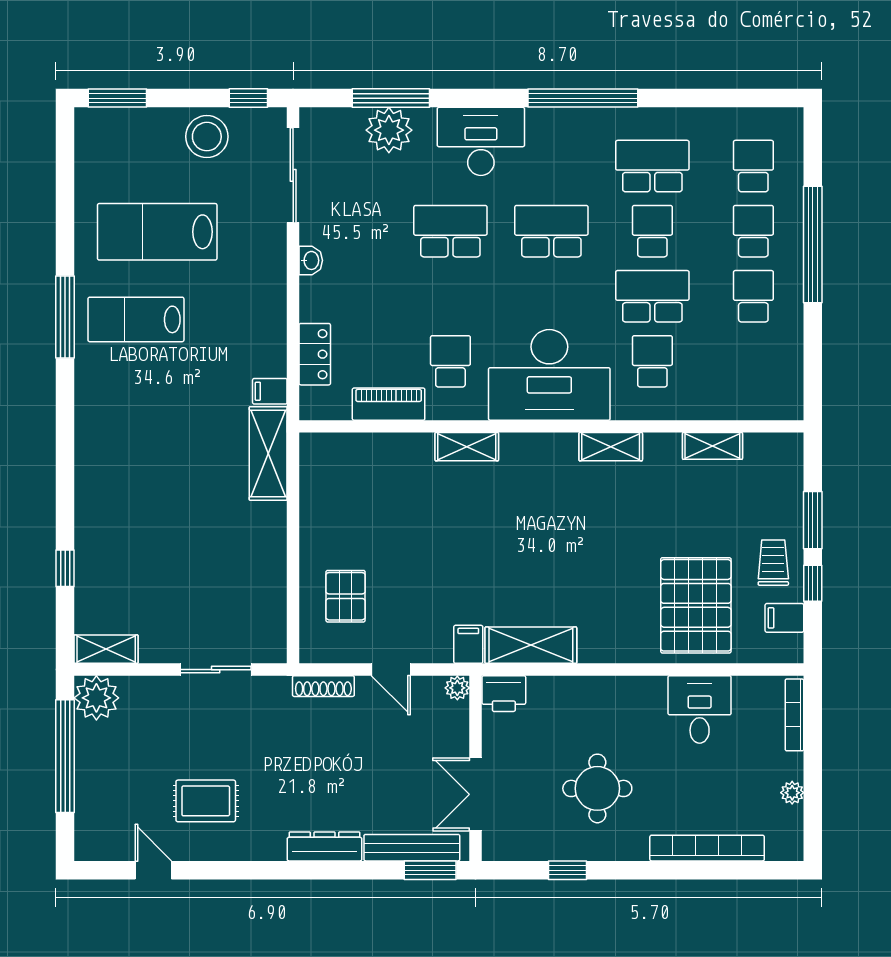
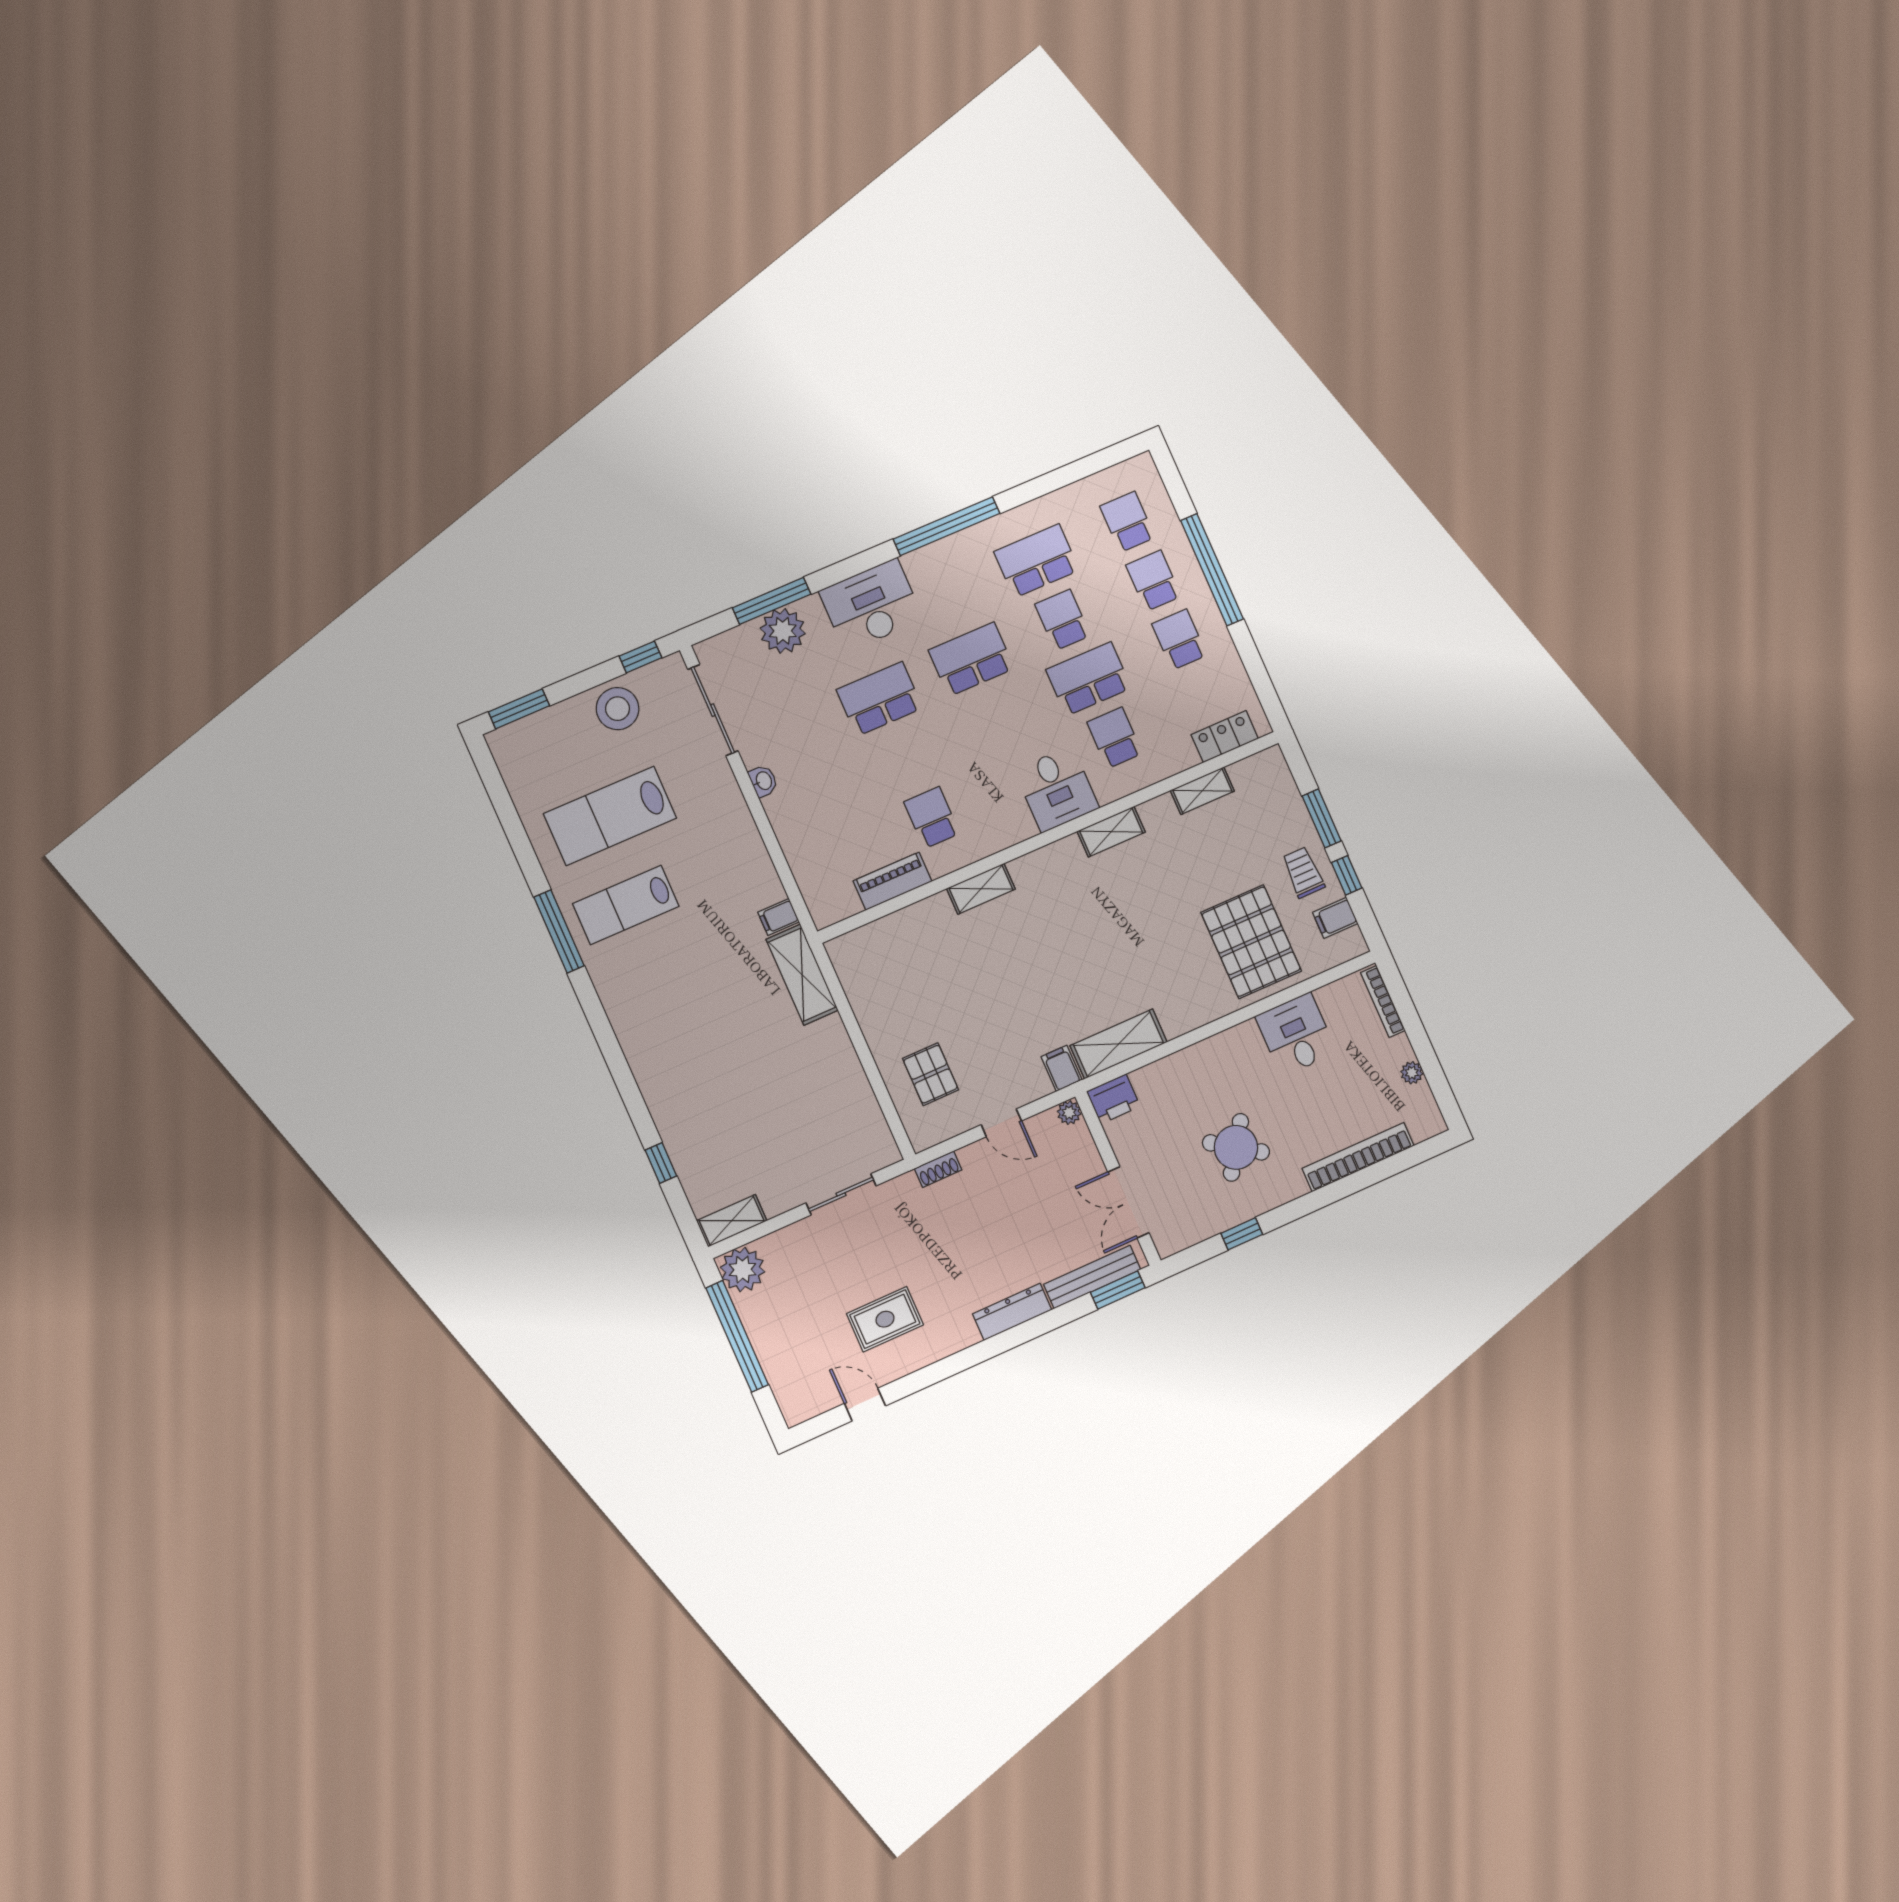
locker: (315, 354) -> (1225, 737), moved, turned -90
desk: (549, 375) -> (1057, 789), width x0.53, depth x0.77
shoe rack: (323, 686) -> (938, 1169), width x0.70
round table: (597, 788) -> (1236, 1147), turned 34

